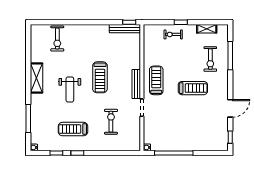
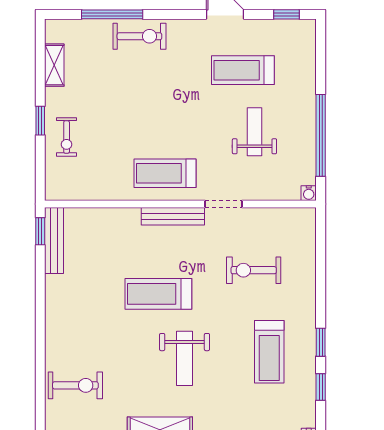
exercise bike: (210, 59) -> (139, 36), moved
treadmill: (100, 77) -> (158, 294), turned 180
treadmill: (193, 88) -> (243, 70), moved, turned -90
weight bench: (70, 89) -> (185, 358), turned 90
weight bench: (176, 122) -> (254, 132), added

